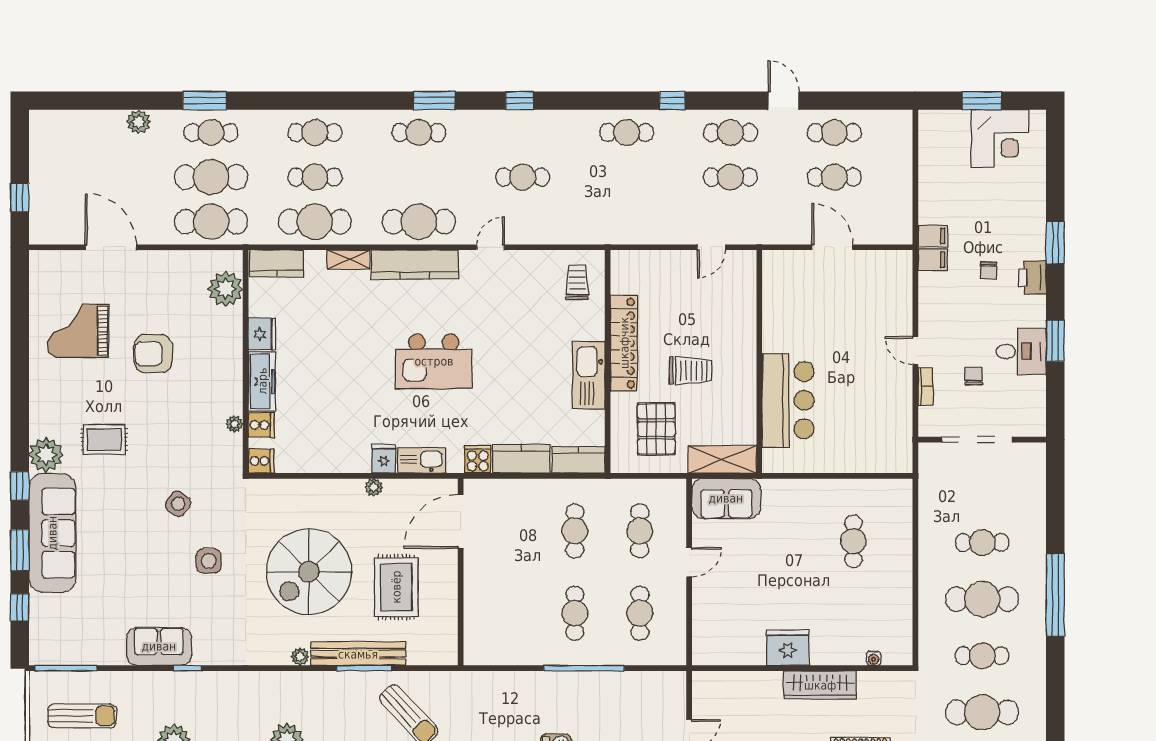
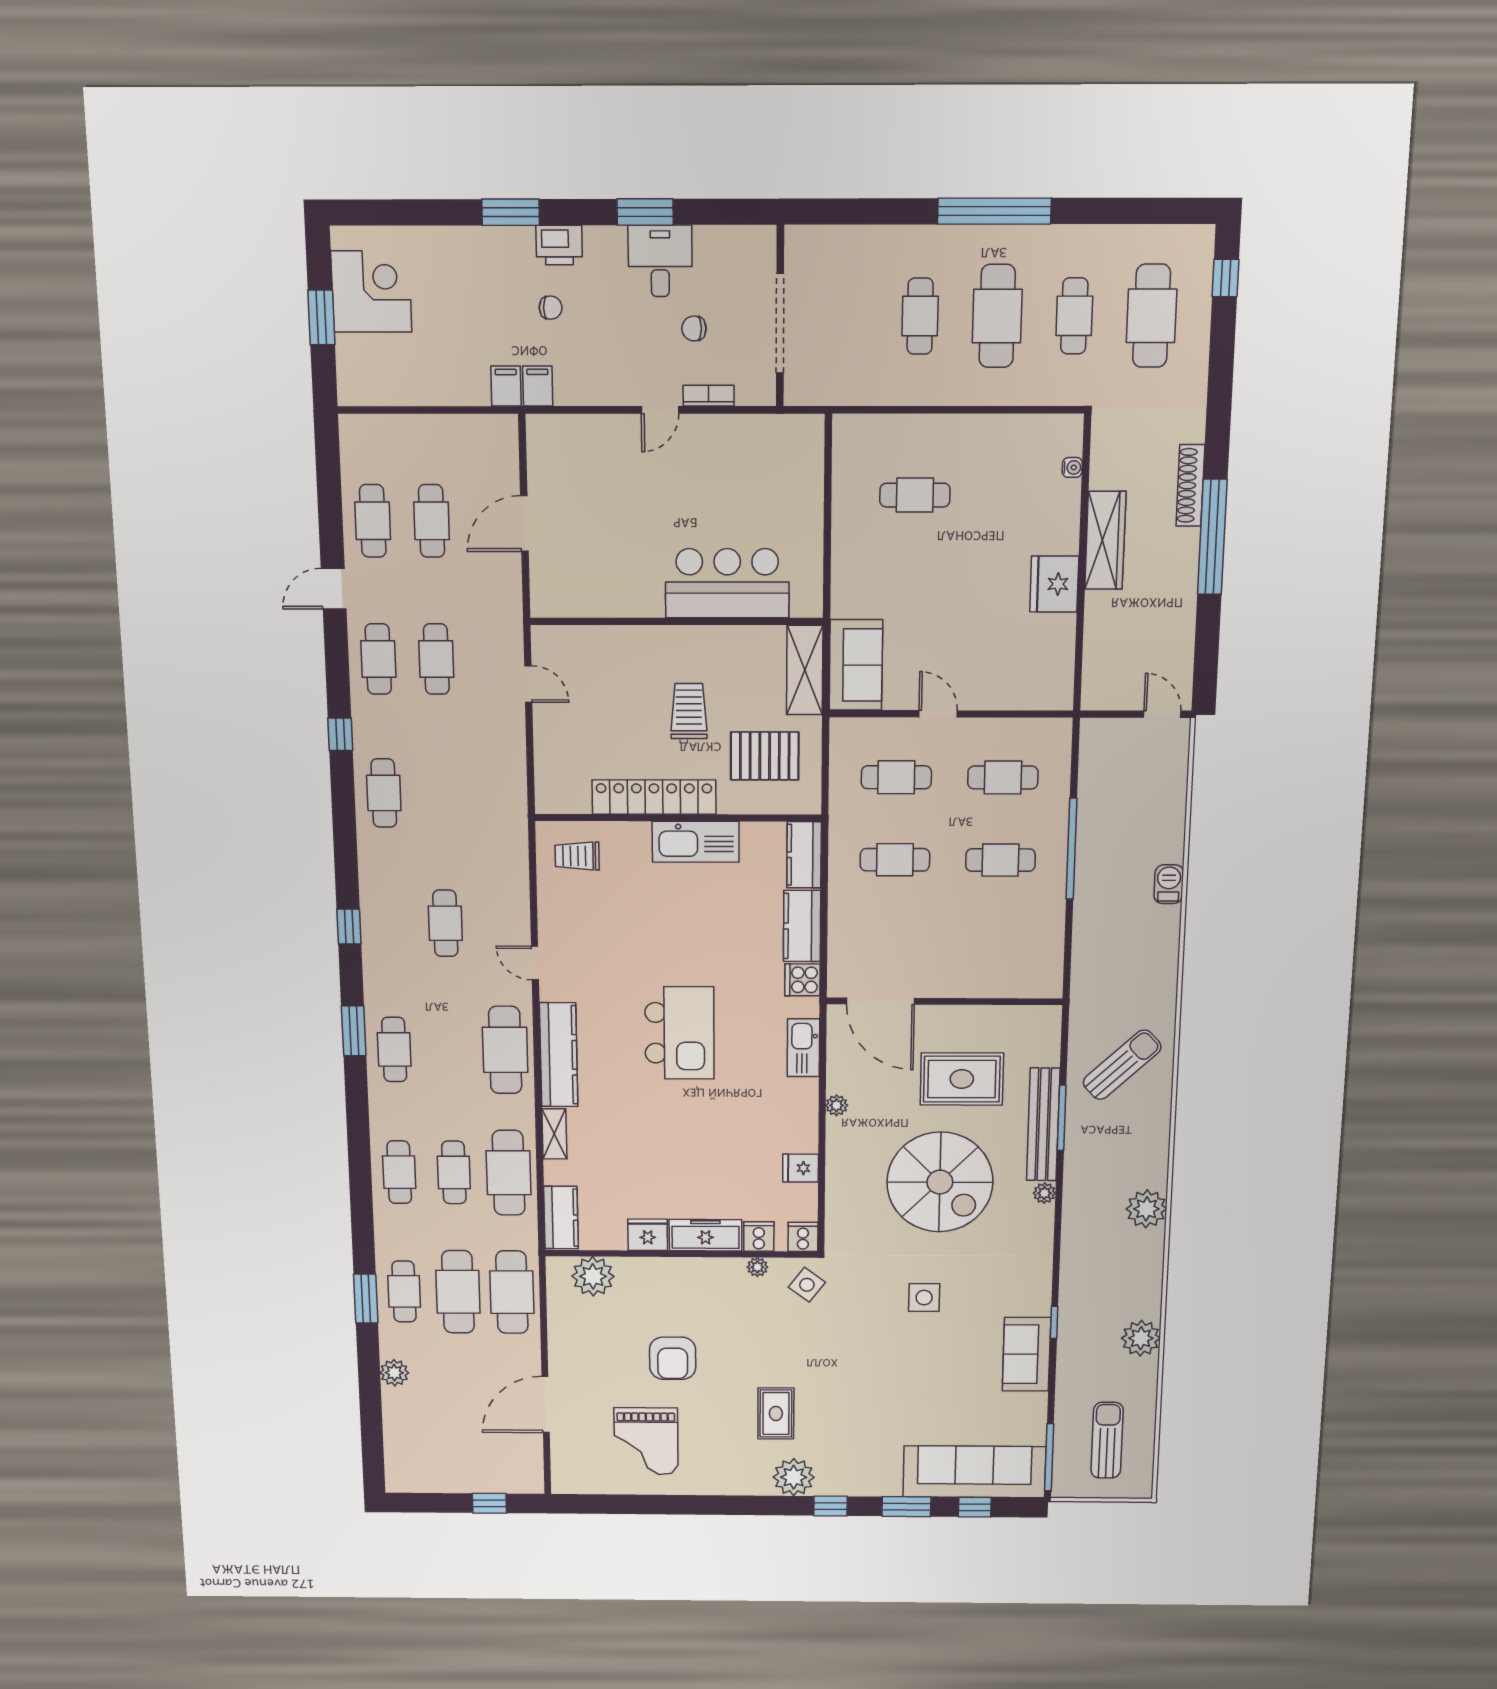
fridge: (384, 459) -> (801, 1168), moved
side table: (178, 504) -> (807, 1285), moved
sofa: (52, 533) -> (974, 1472), moved

